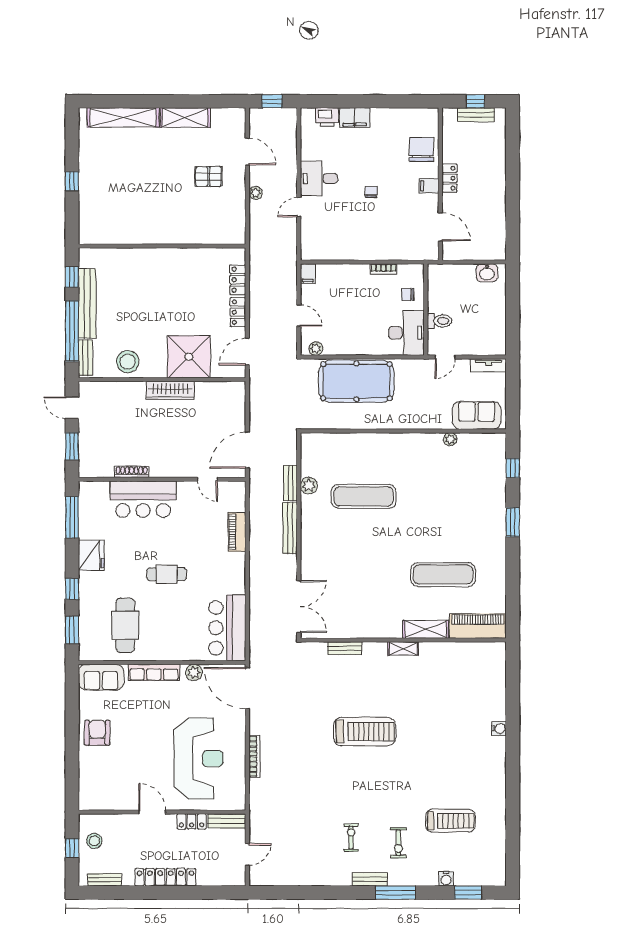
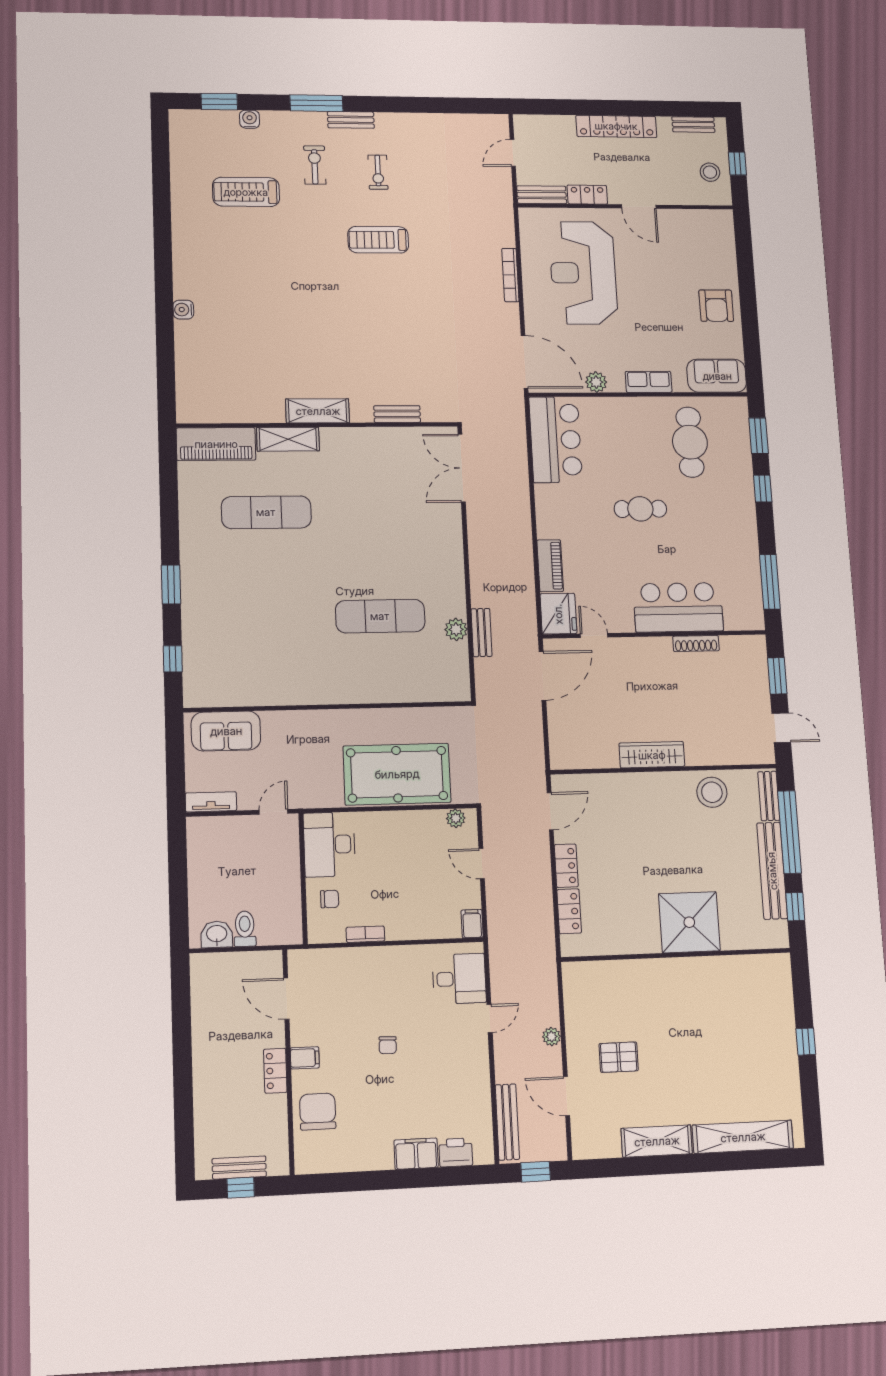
chair: (421, 149) -> (318, 1112), turned 180
desk: (319, 178) -> (459, 979), moved
toilet: (440, 321) -> (245, 929), moved, turned 90
shower: (189, 357) -> (689, 922), moved
plant: (450, 439) -> (262, 697), removed
bench: (290, 528) -> (507, 1122), moved
fridge: (91, 555) -> (558, 614), moved, turned 180
shelving: (403, 649) -> (318, 411), width x1.50, depth x1.33
row of seats: (154, 672) -> (649, 382), width x0.68
treadmill: (365, 732) -> (378, 240), moved, width x0.73, depth x0.73

